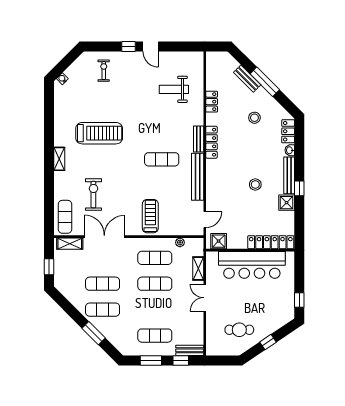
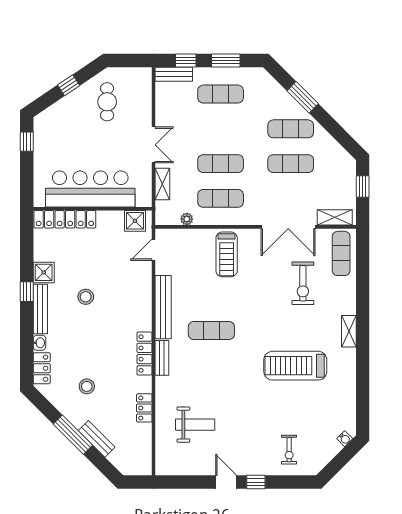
cafe table: (239, 330) -> (107, 102), turned 90

